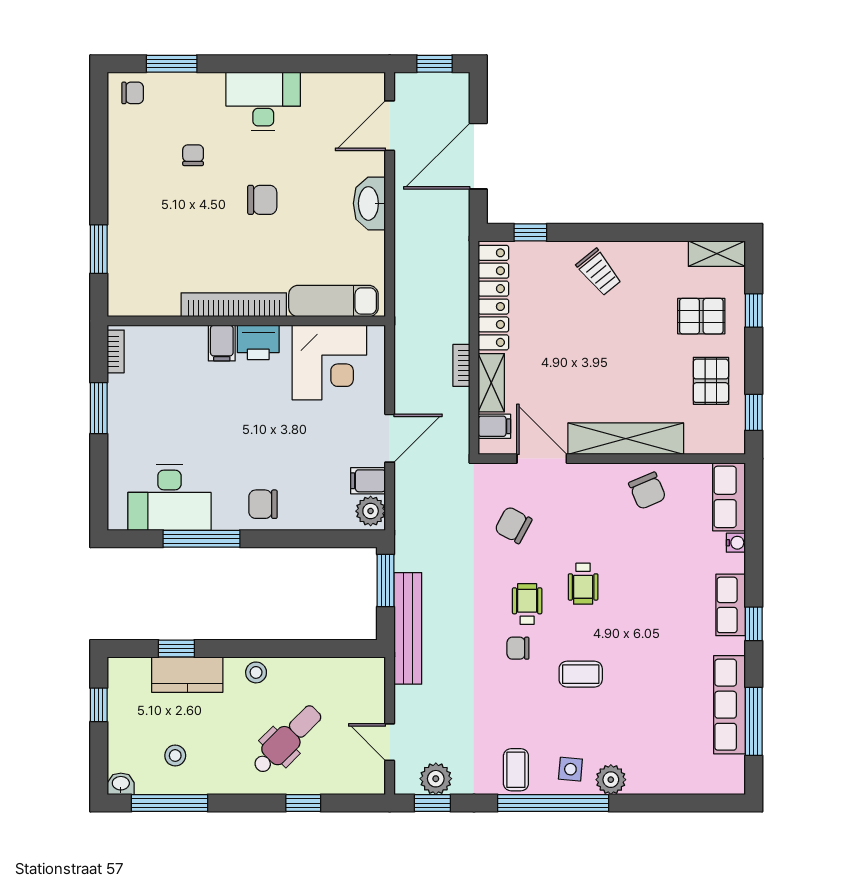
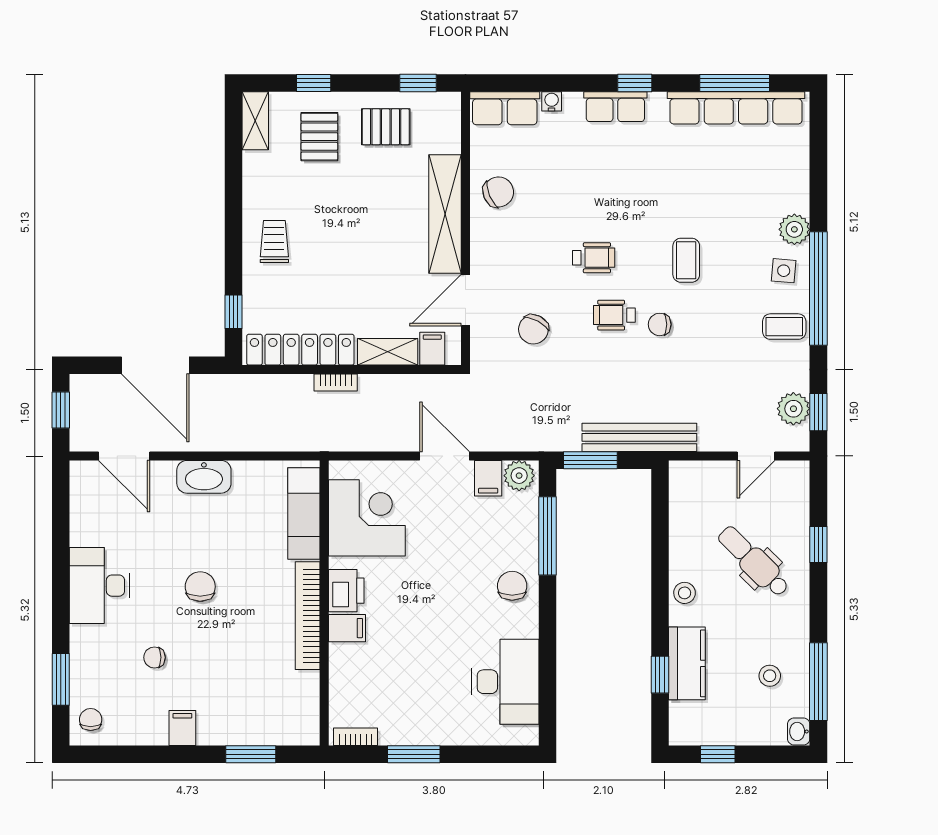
filing cabinet: (124, 182) -> (182, 728), added
trolley: (599, 272) -> (274, 242), turned -51
bookcase: (461, 365) -> (336, 382), moved
chair: (263, 504) -> (512, 586), turned 180
window: (201, 539) -> (548, 536), moved
chair: (518, 648) -> (660, 324), turned 90
row of seats: (729, 705) -> (736, 108), width x1.36

